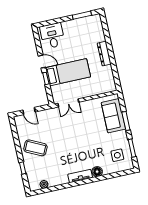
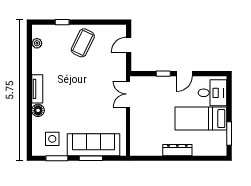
bed: (68, 72) -> (201, 119), moved, turned 90
sofa: (113, 116) -> (94, 145), width x1.36

